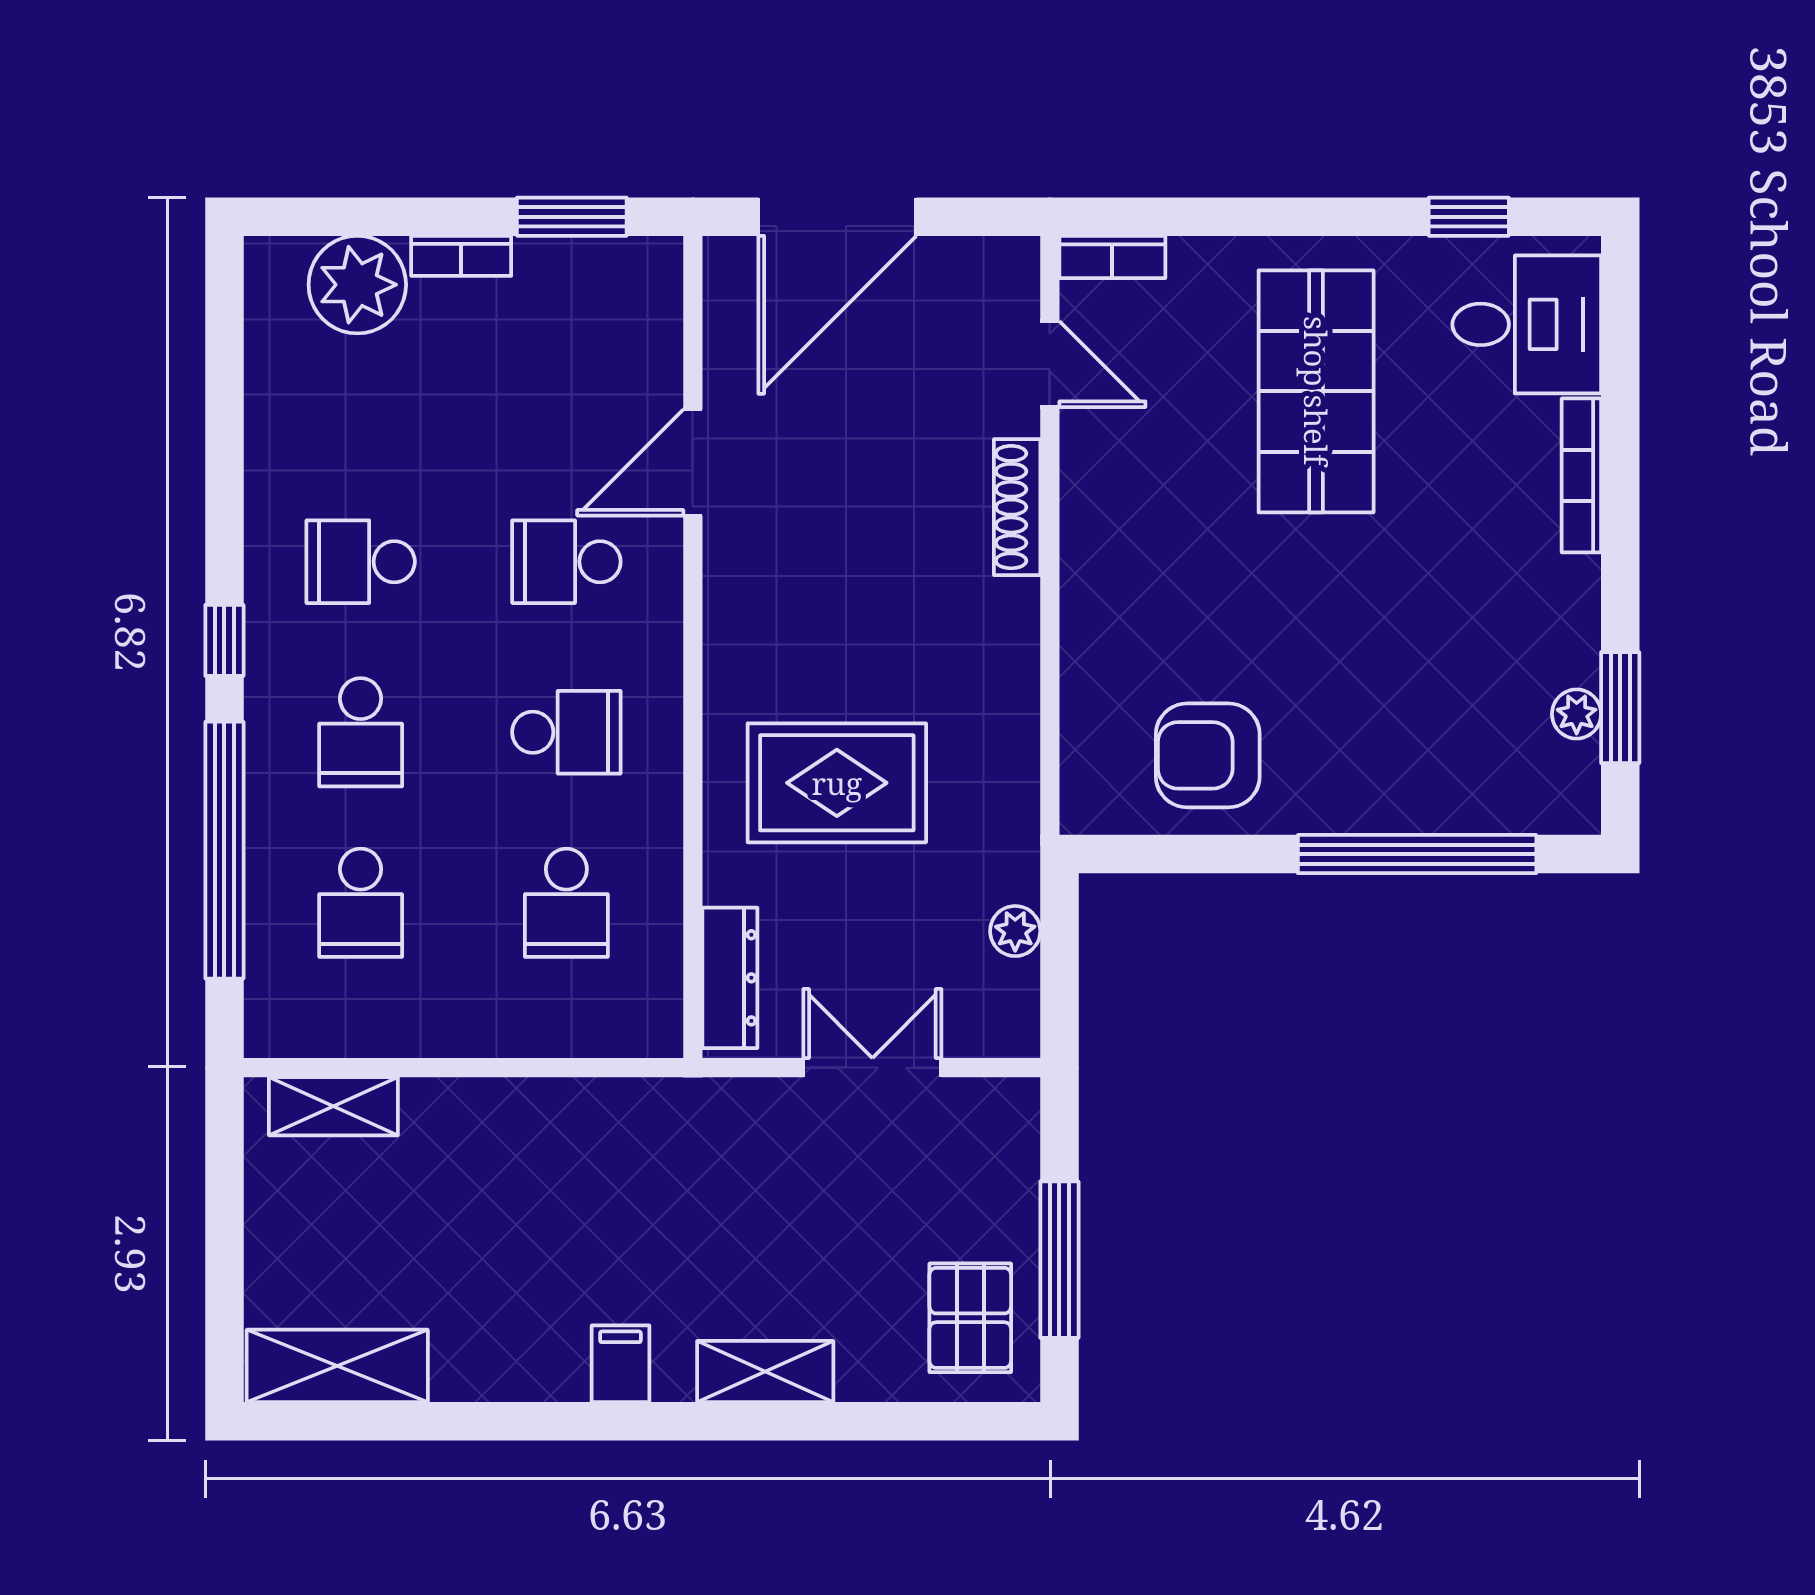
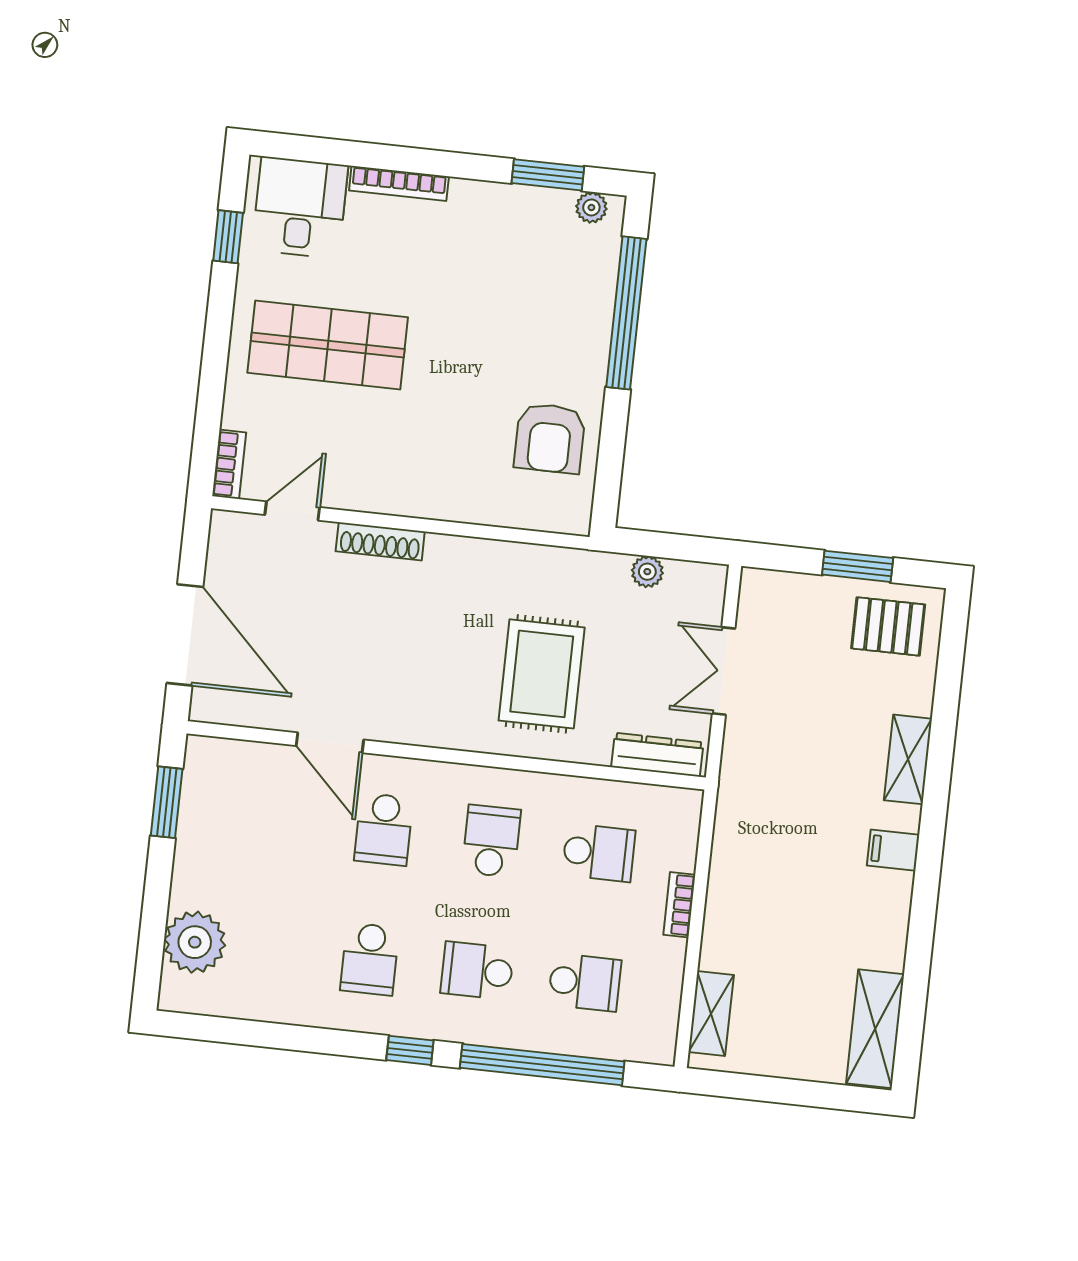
bookcase: (461, 256) -> (679, 905), moved, turned 180
plant: (1577, 714) -> (591, 207), moved
school desk: (361, 732) -> (477, 971), turned 180
window: (1059, 1260) -> (858, 566), width x0.69

